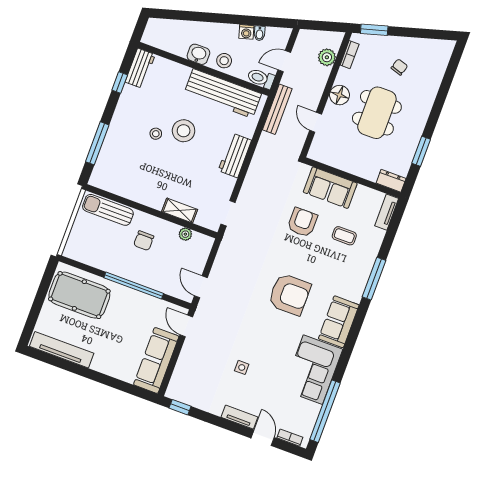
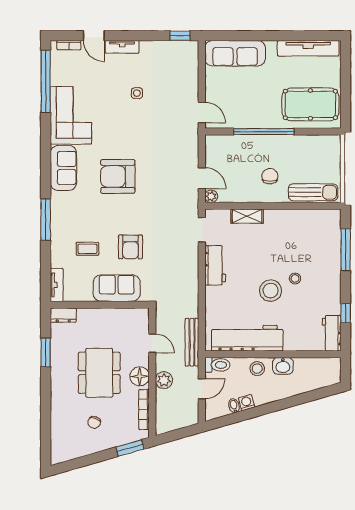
bookcase: (350, 55) -> (144, 409), width x1.56
plant: (327, 57) -> (164, 380), moved
workbench: (235, 155) -> (215, 265), moved
plant: (185, 234) -> (211, 196), moved
door: (201, 287) -> (202, 178), moved
sofa: (156, 360) -> (235, 53), moved, turned 90

